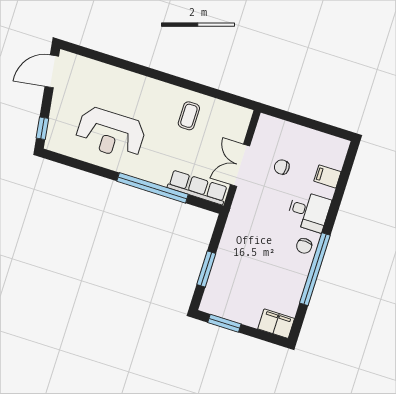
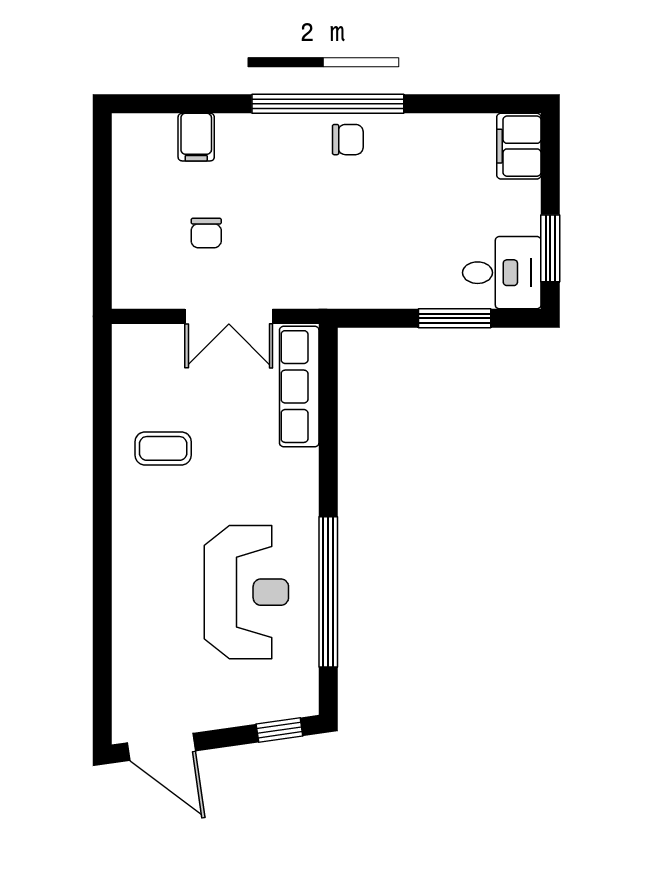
window: (152, 188) -> (328, 592), moved
desk: (309, 211) -> (502, 273), moved, turned 90
window: (315, 269) -> (328, 104), moved

